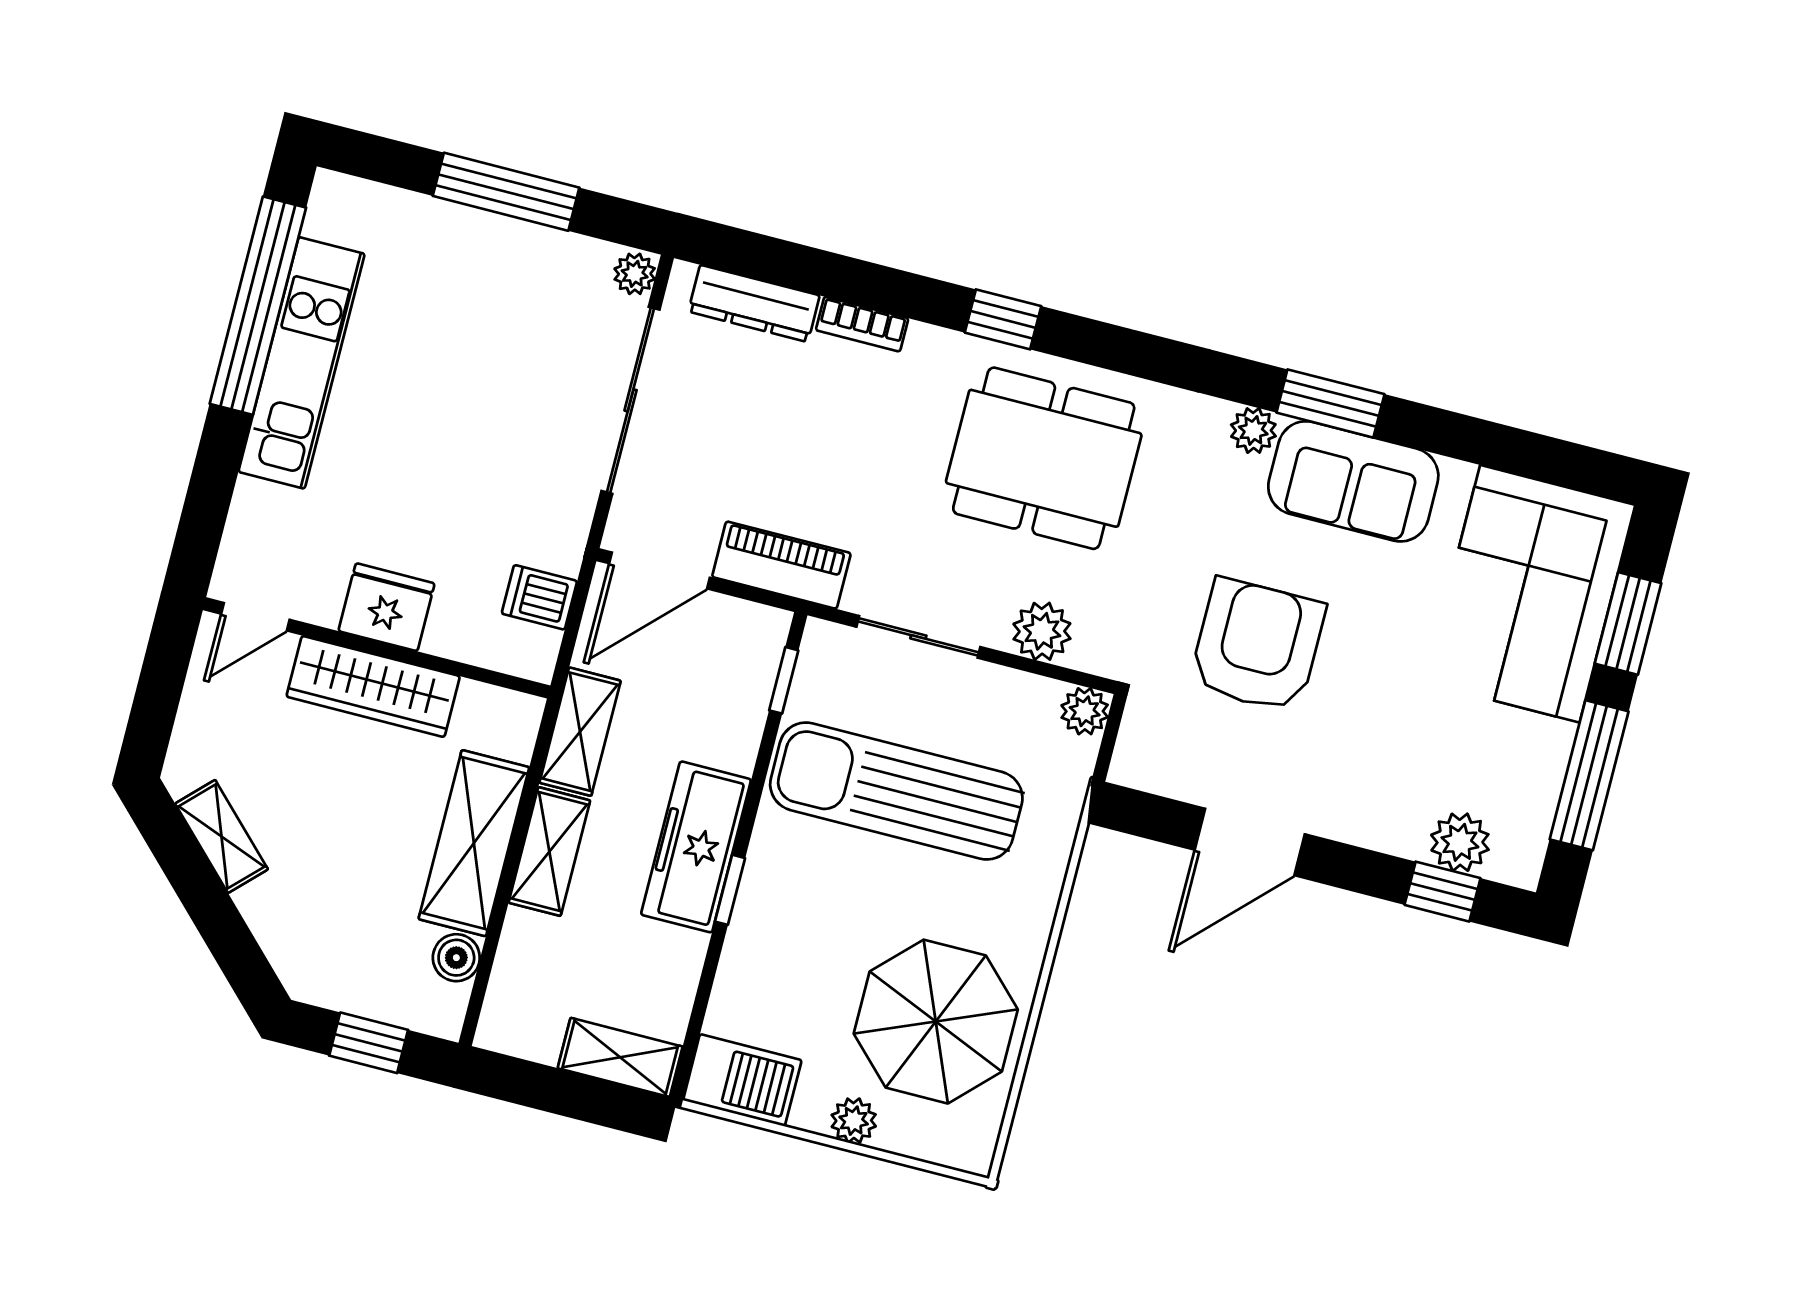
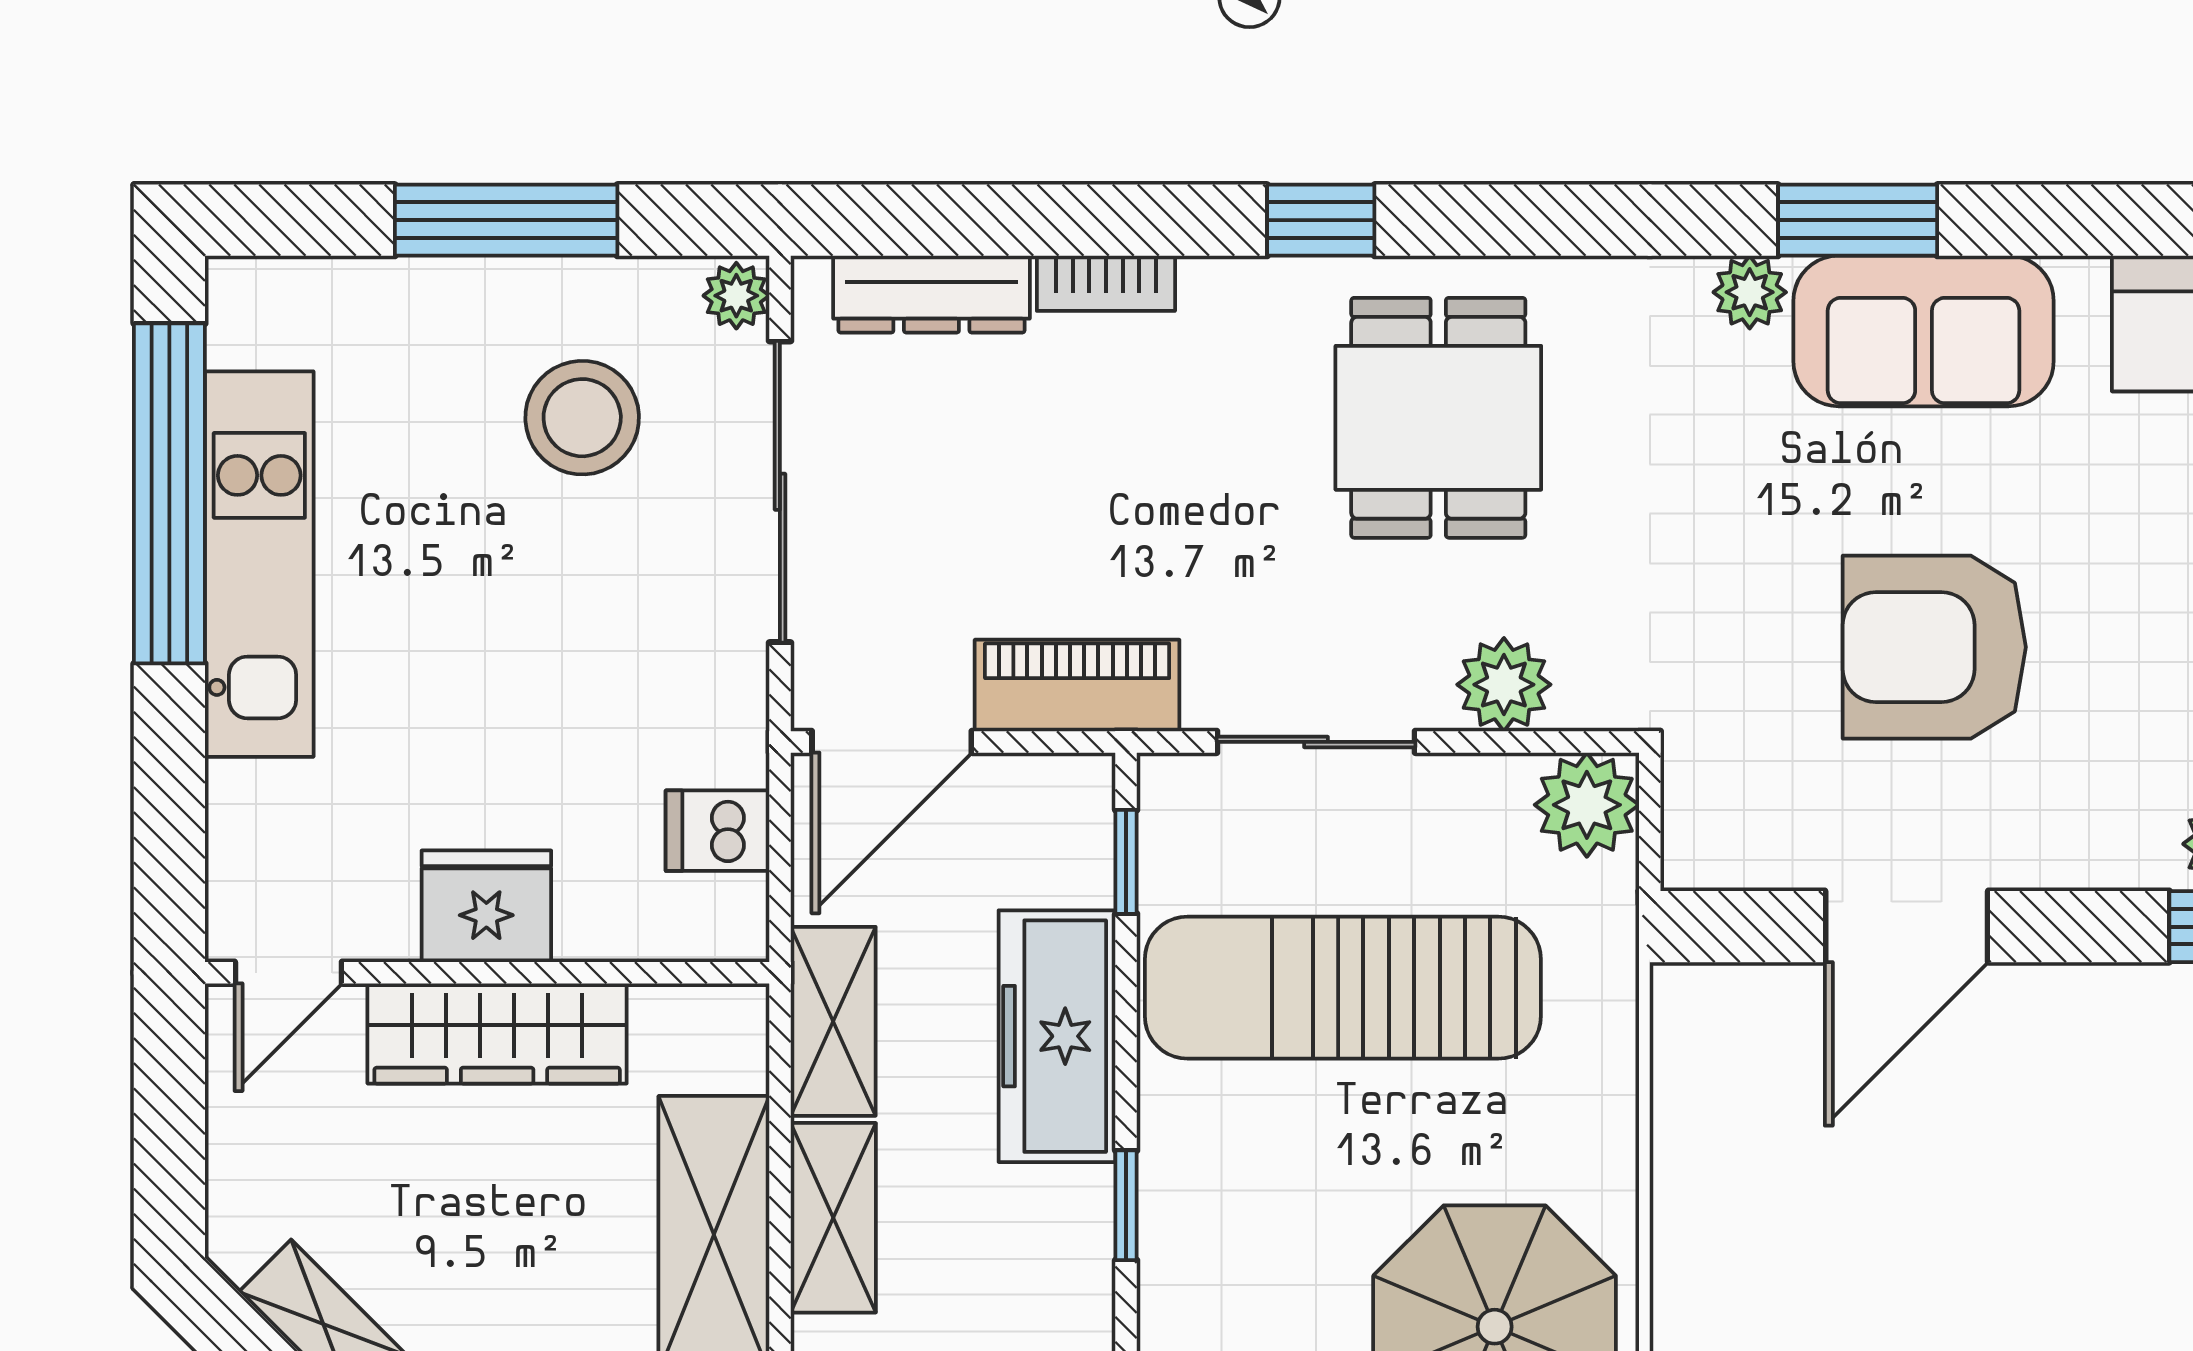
stool: (521, 324) -> (582, 418), added
dining table: (1044, 458) -> (1438, 418), width x0.73
armchair: (1257, 645) -> (1934, 647), moved, turned -90
plant: (1085, 711) -> (1587, 805), width x1.38, depth x1.38
freezer: (696, 847) -> (1057, 1036), moved

